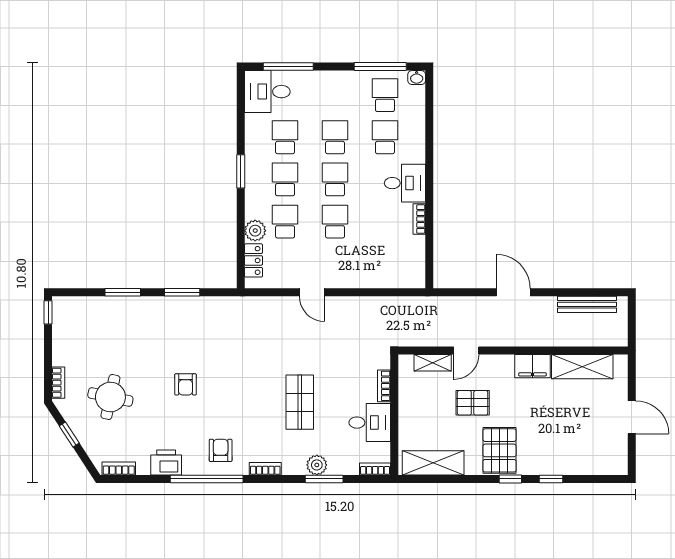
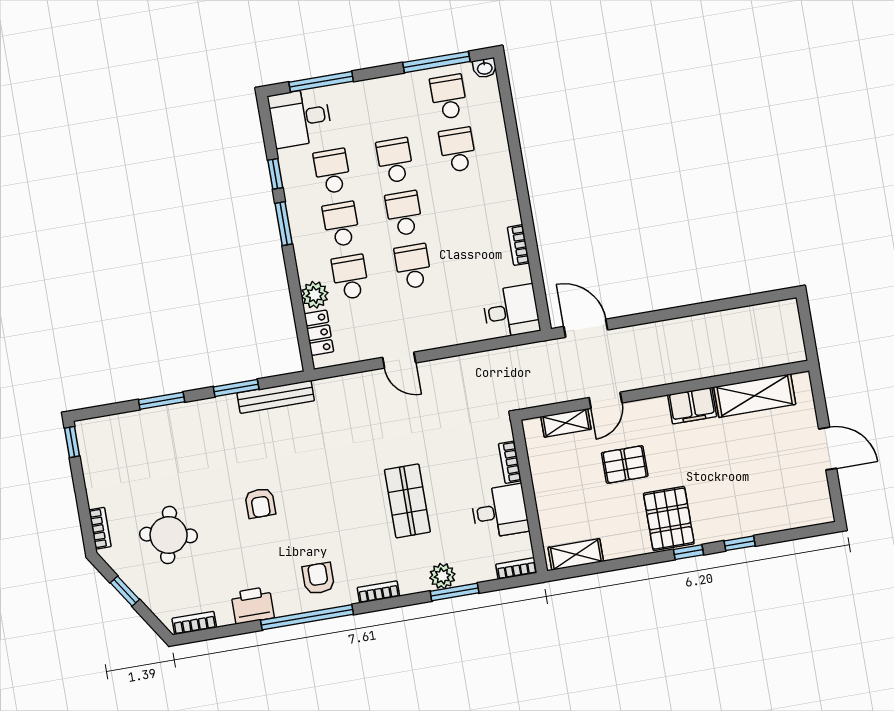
window: (241, 132) -> (275, 174), added
desk: (405, 183) -> (511, 311), moved
door: (513, 292) -> (586, 328), moved
bench: (587, 304) -> (276, 397), moved
shelving: (433, 463) -> (576, 554), width x0.67, depth x0.75

